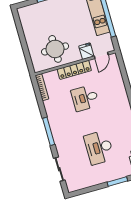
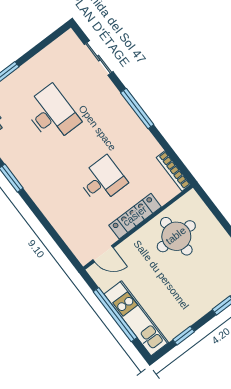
fridge: (86, 51) -> (128, 251), removed
door: (101, 55) -> (103, 254), swing flipped

